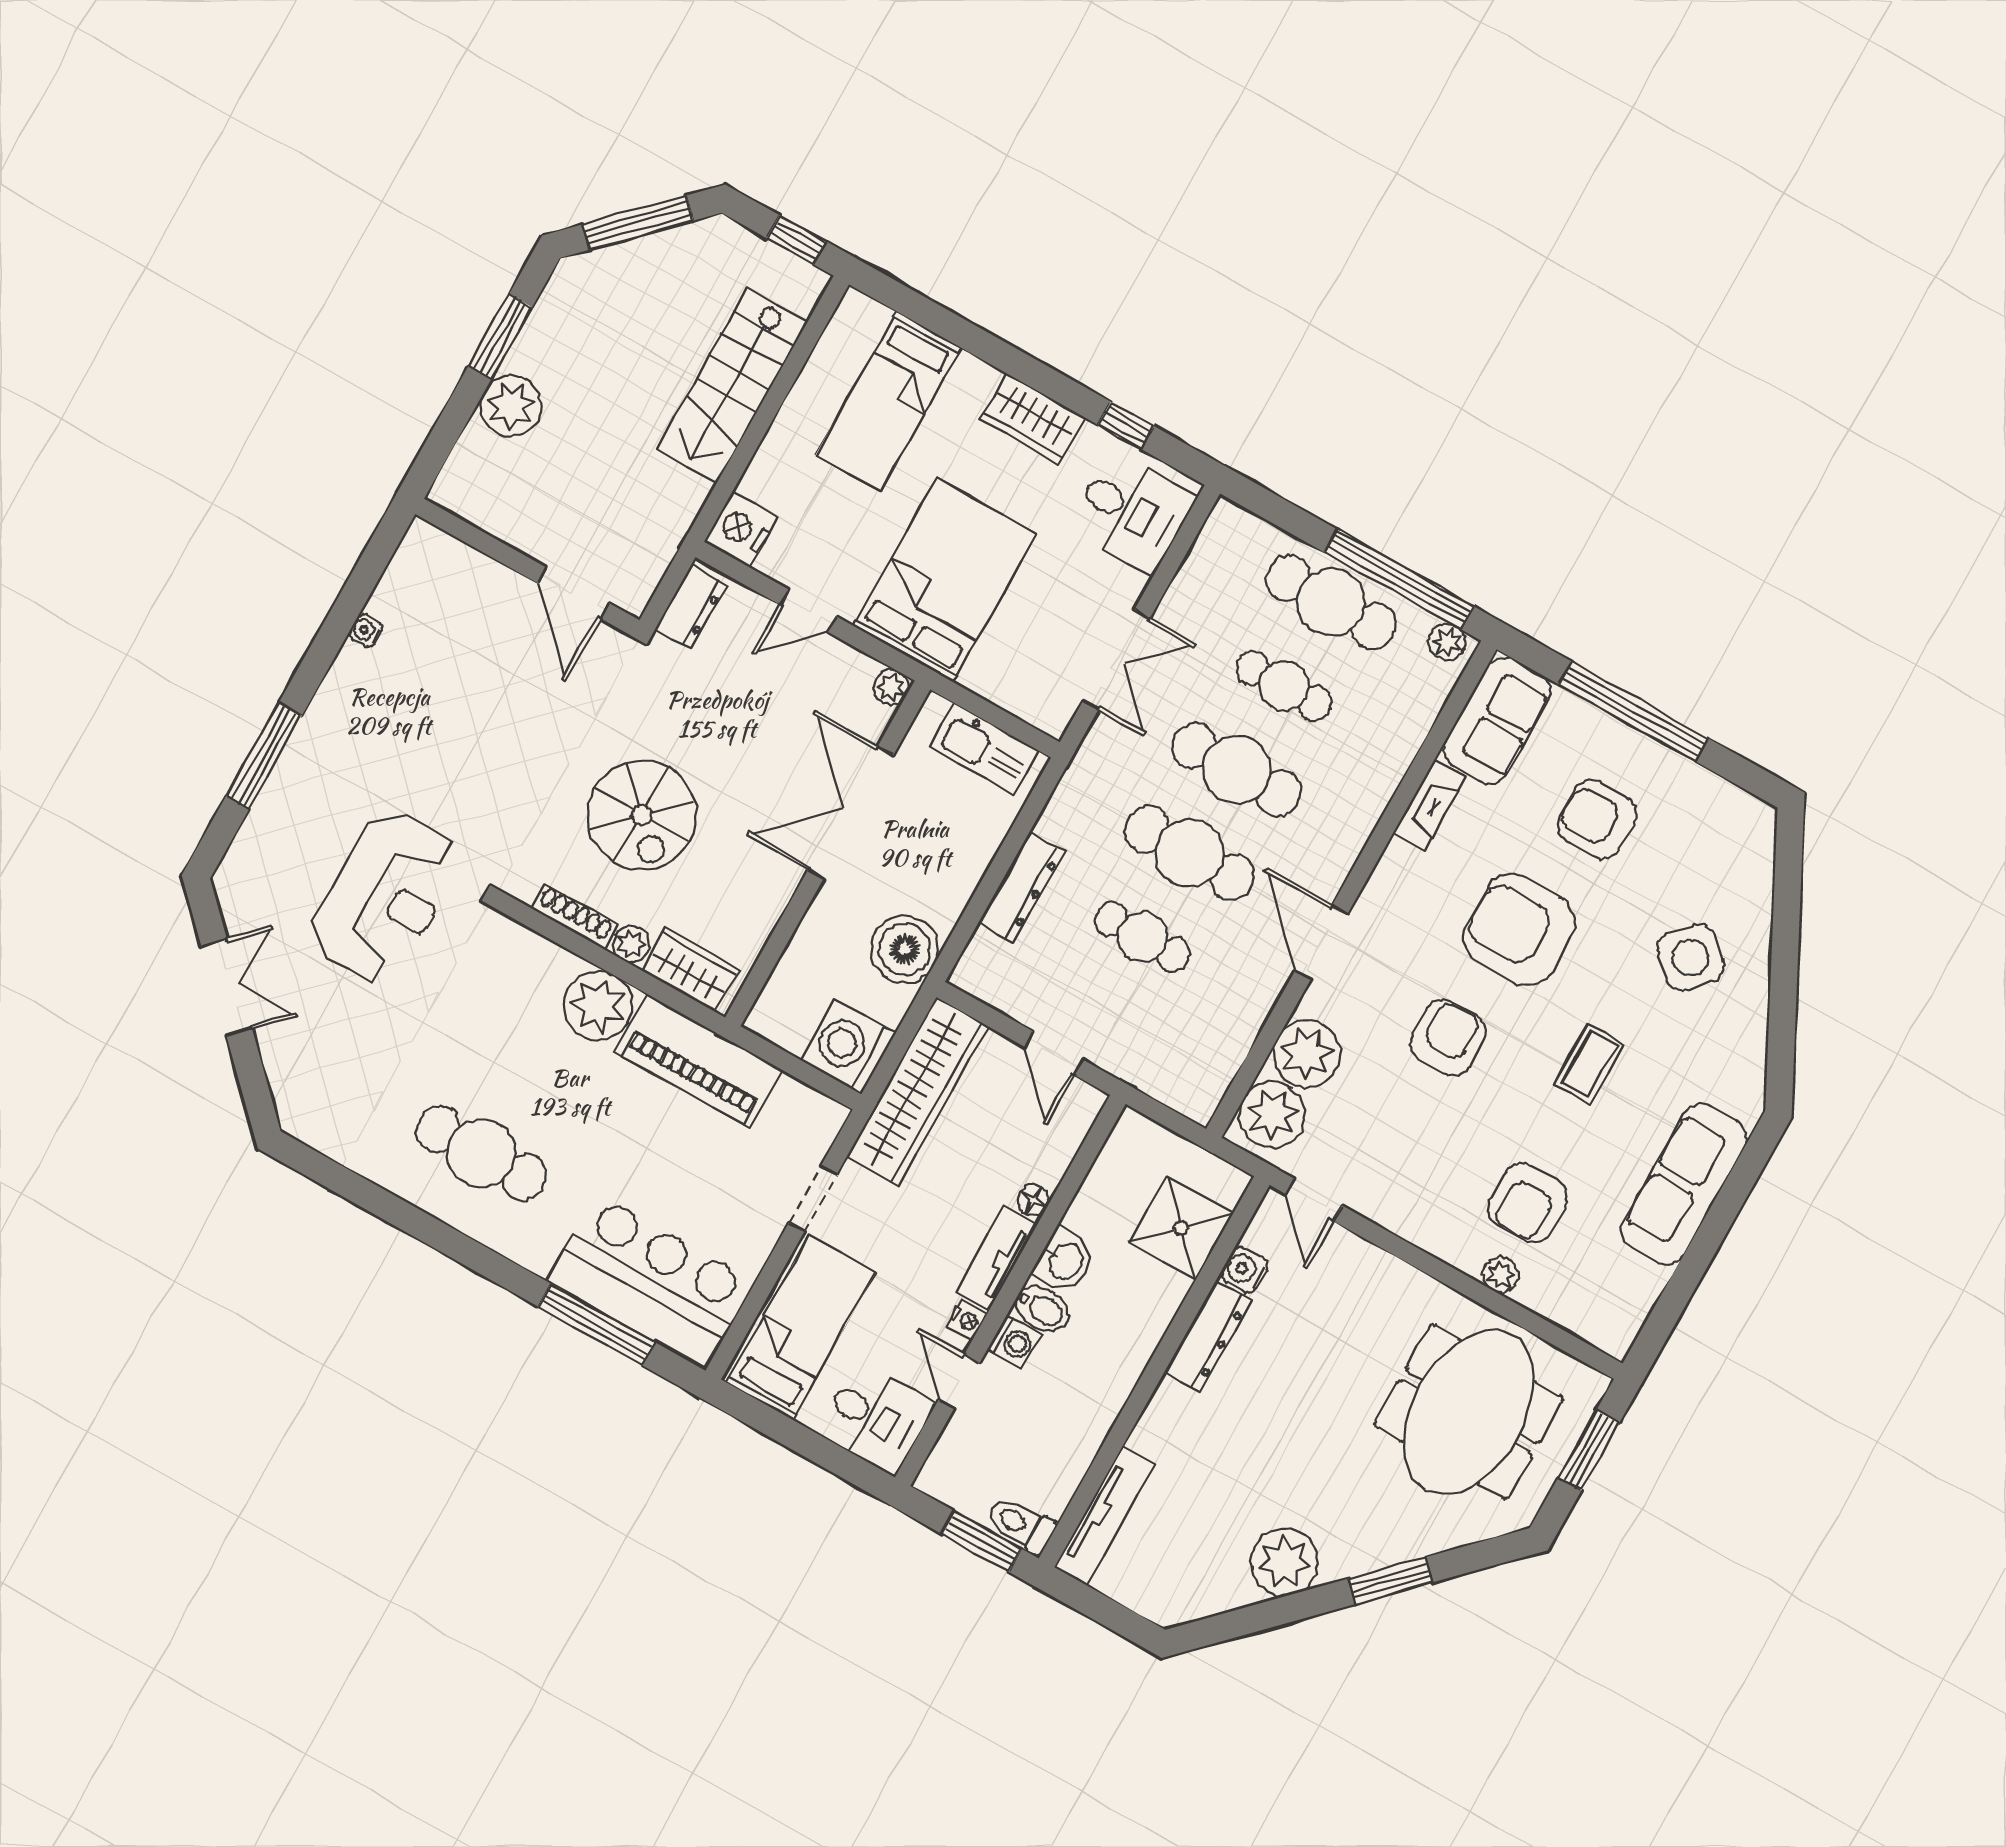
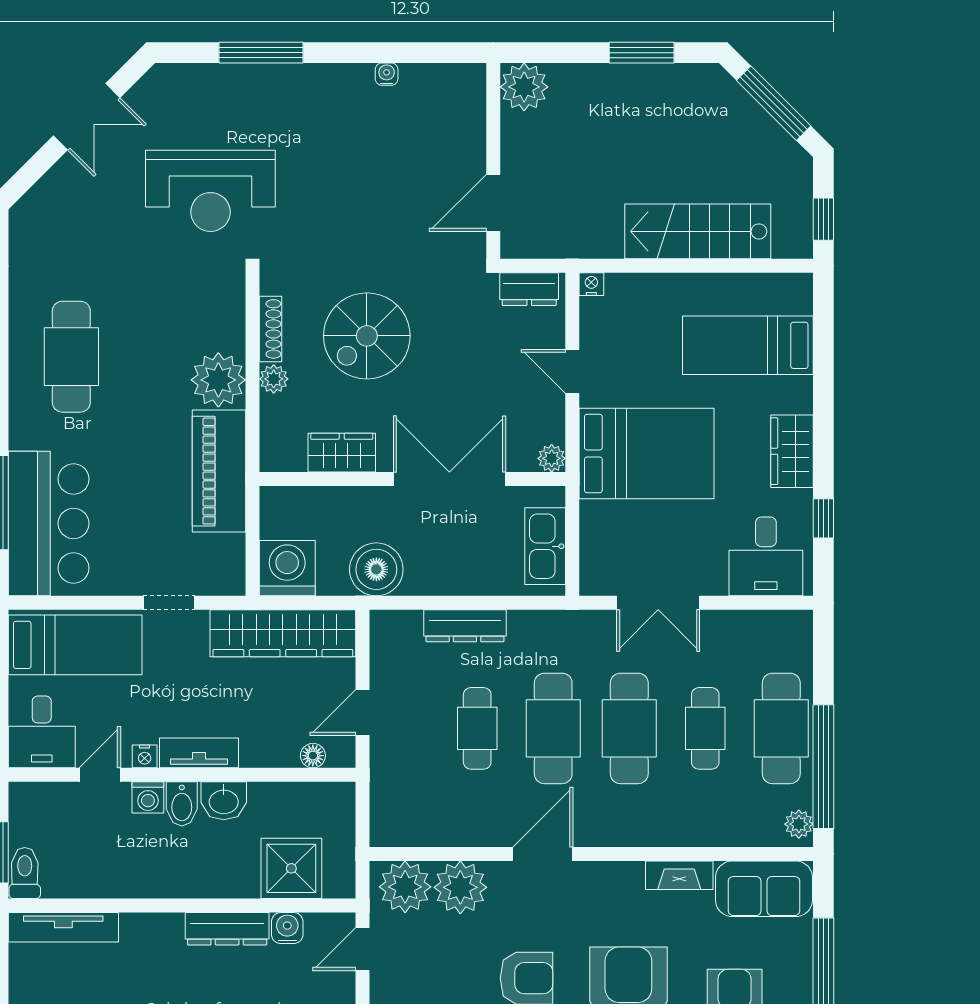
plant: (511, 406) -> (524, 87), moved
nightstand: (741, 529) -> (591, 284), width x0.53, depth x0.56
wardrobe: (690, 970) -> (342, 453), moved, turned -90
floor lamp: (1034, 1200) -> (313, 756), moved

